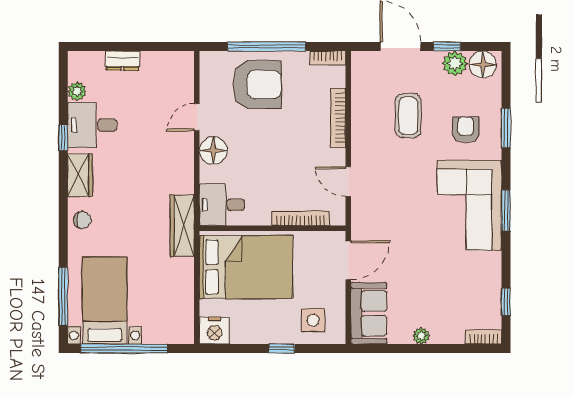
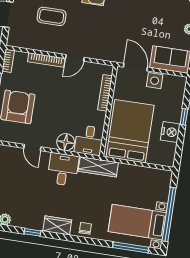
desk: (92, 125) -> (63, 169), moved, turned 180
floor lamp: (213, 150) -> (66, 142), moved
door: (348, 182) -> (75, 58), moved
side table: (313, 320) -> (155, 81), moved
nightstand: (215, 331) -> (170, 132), moved

